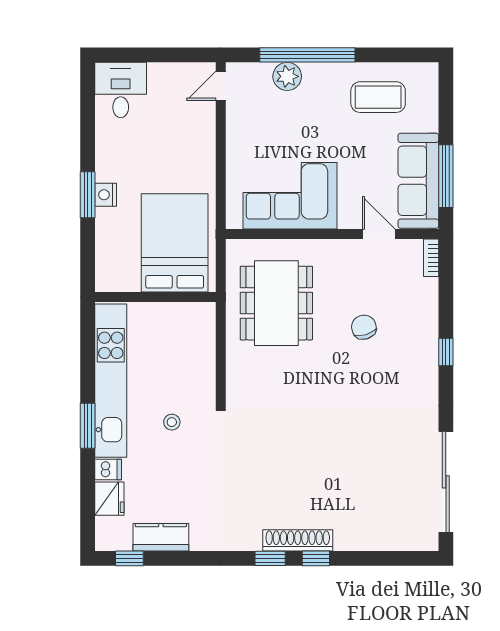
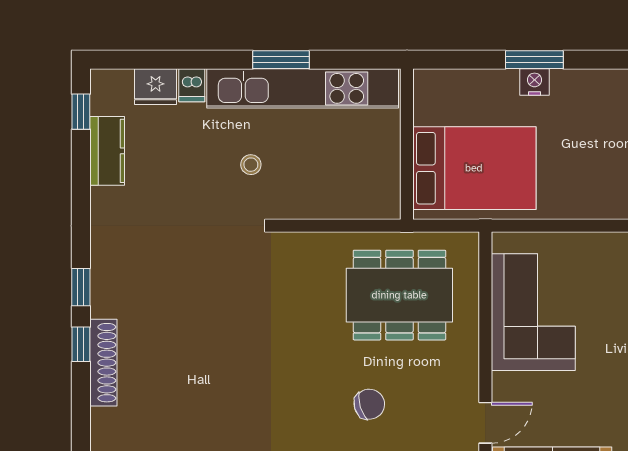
window: (88, 426) -> (281, 60), moved
shoe rack: (298, 540) -> (103, 363), moved

